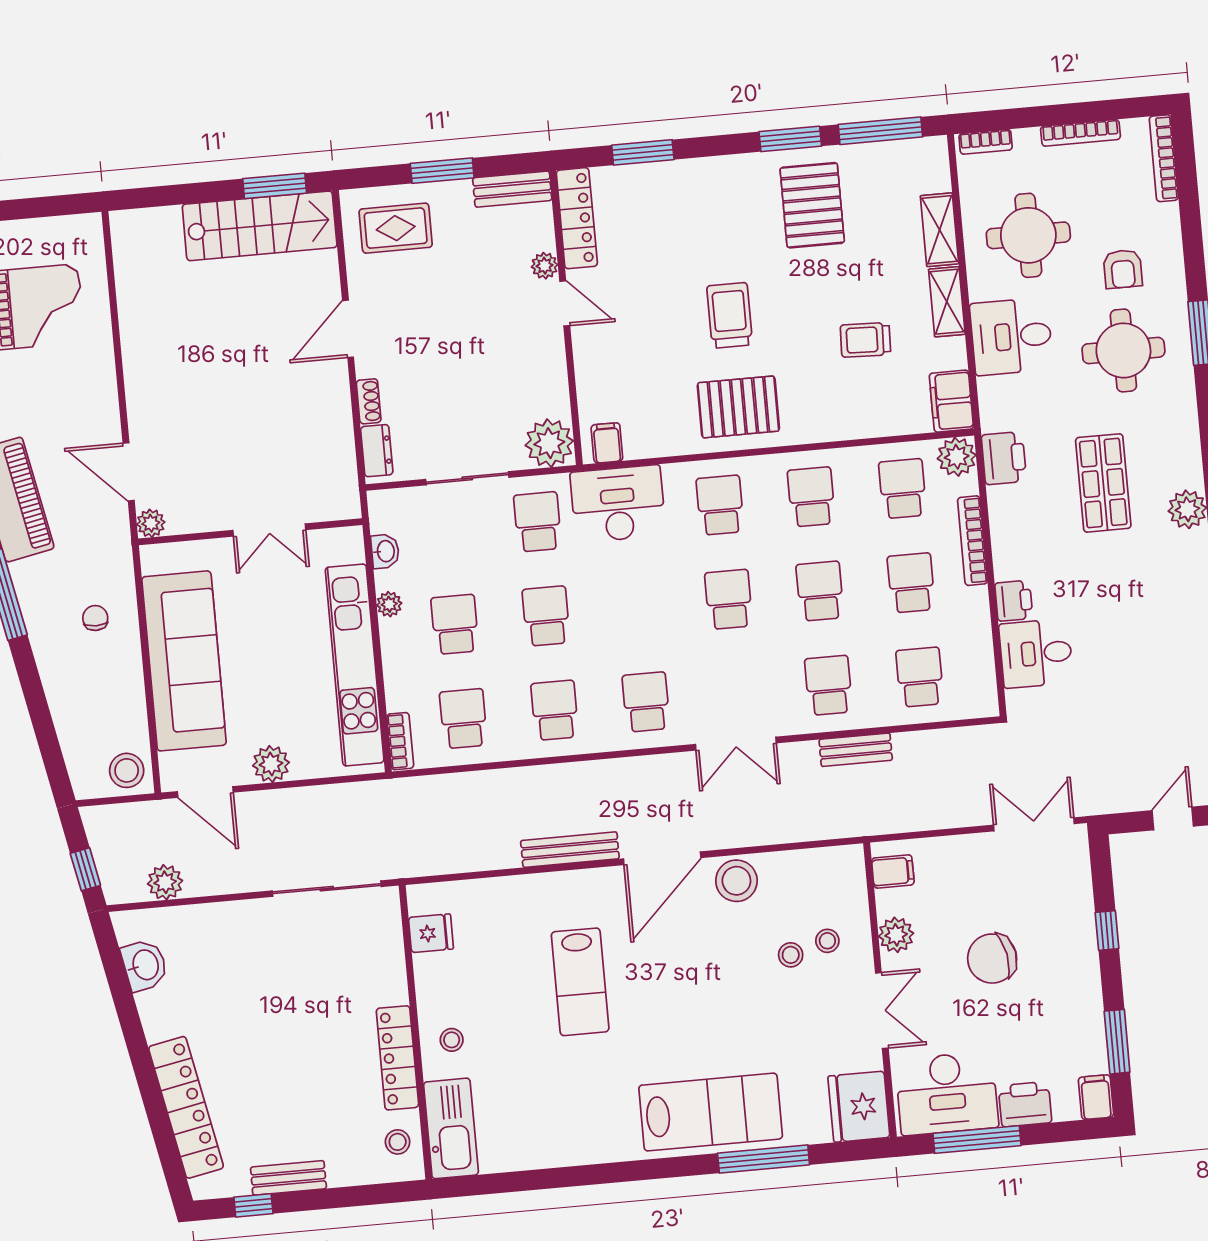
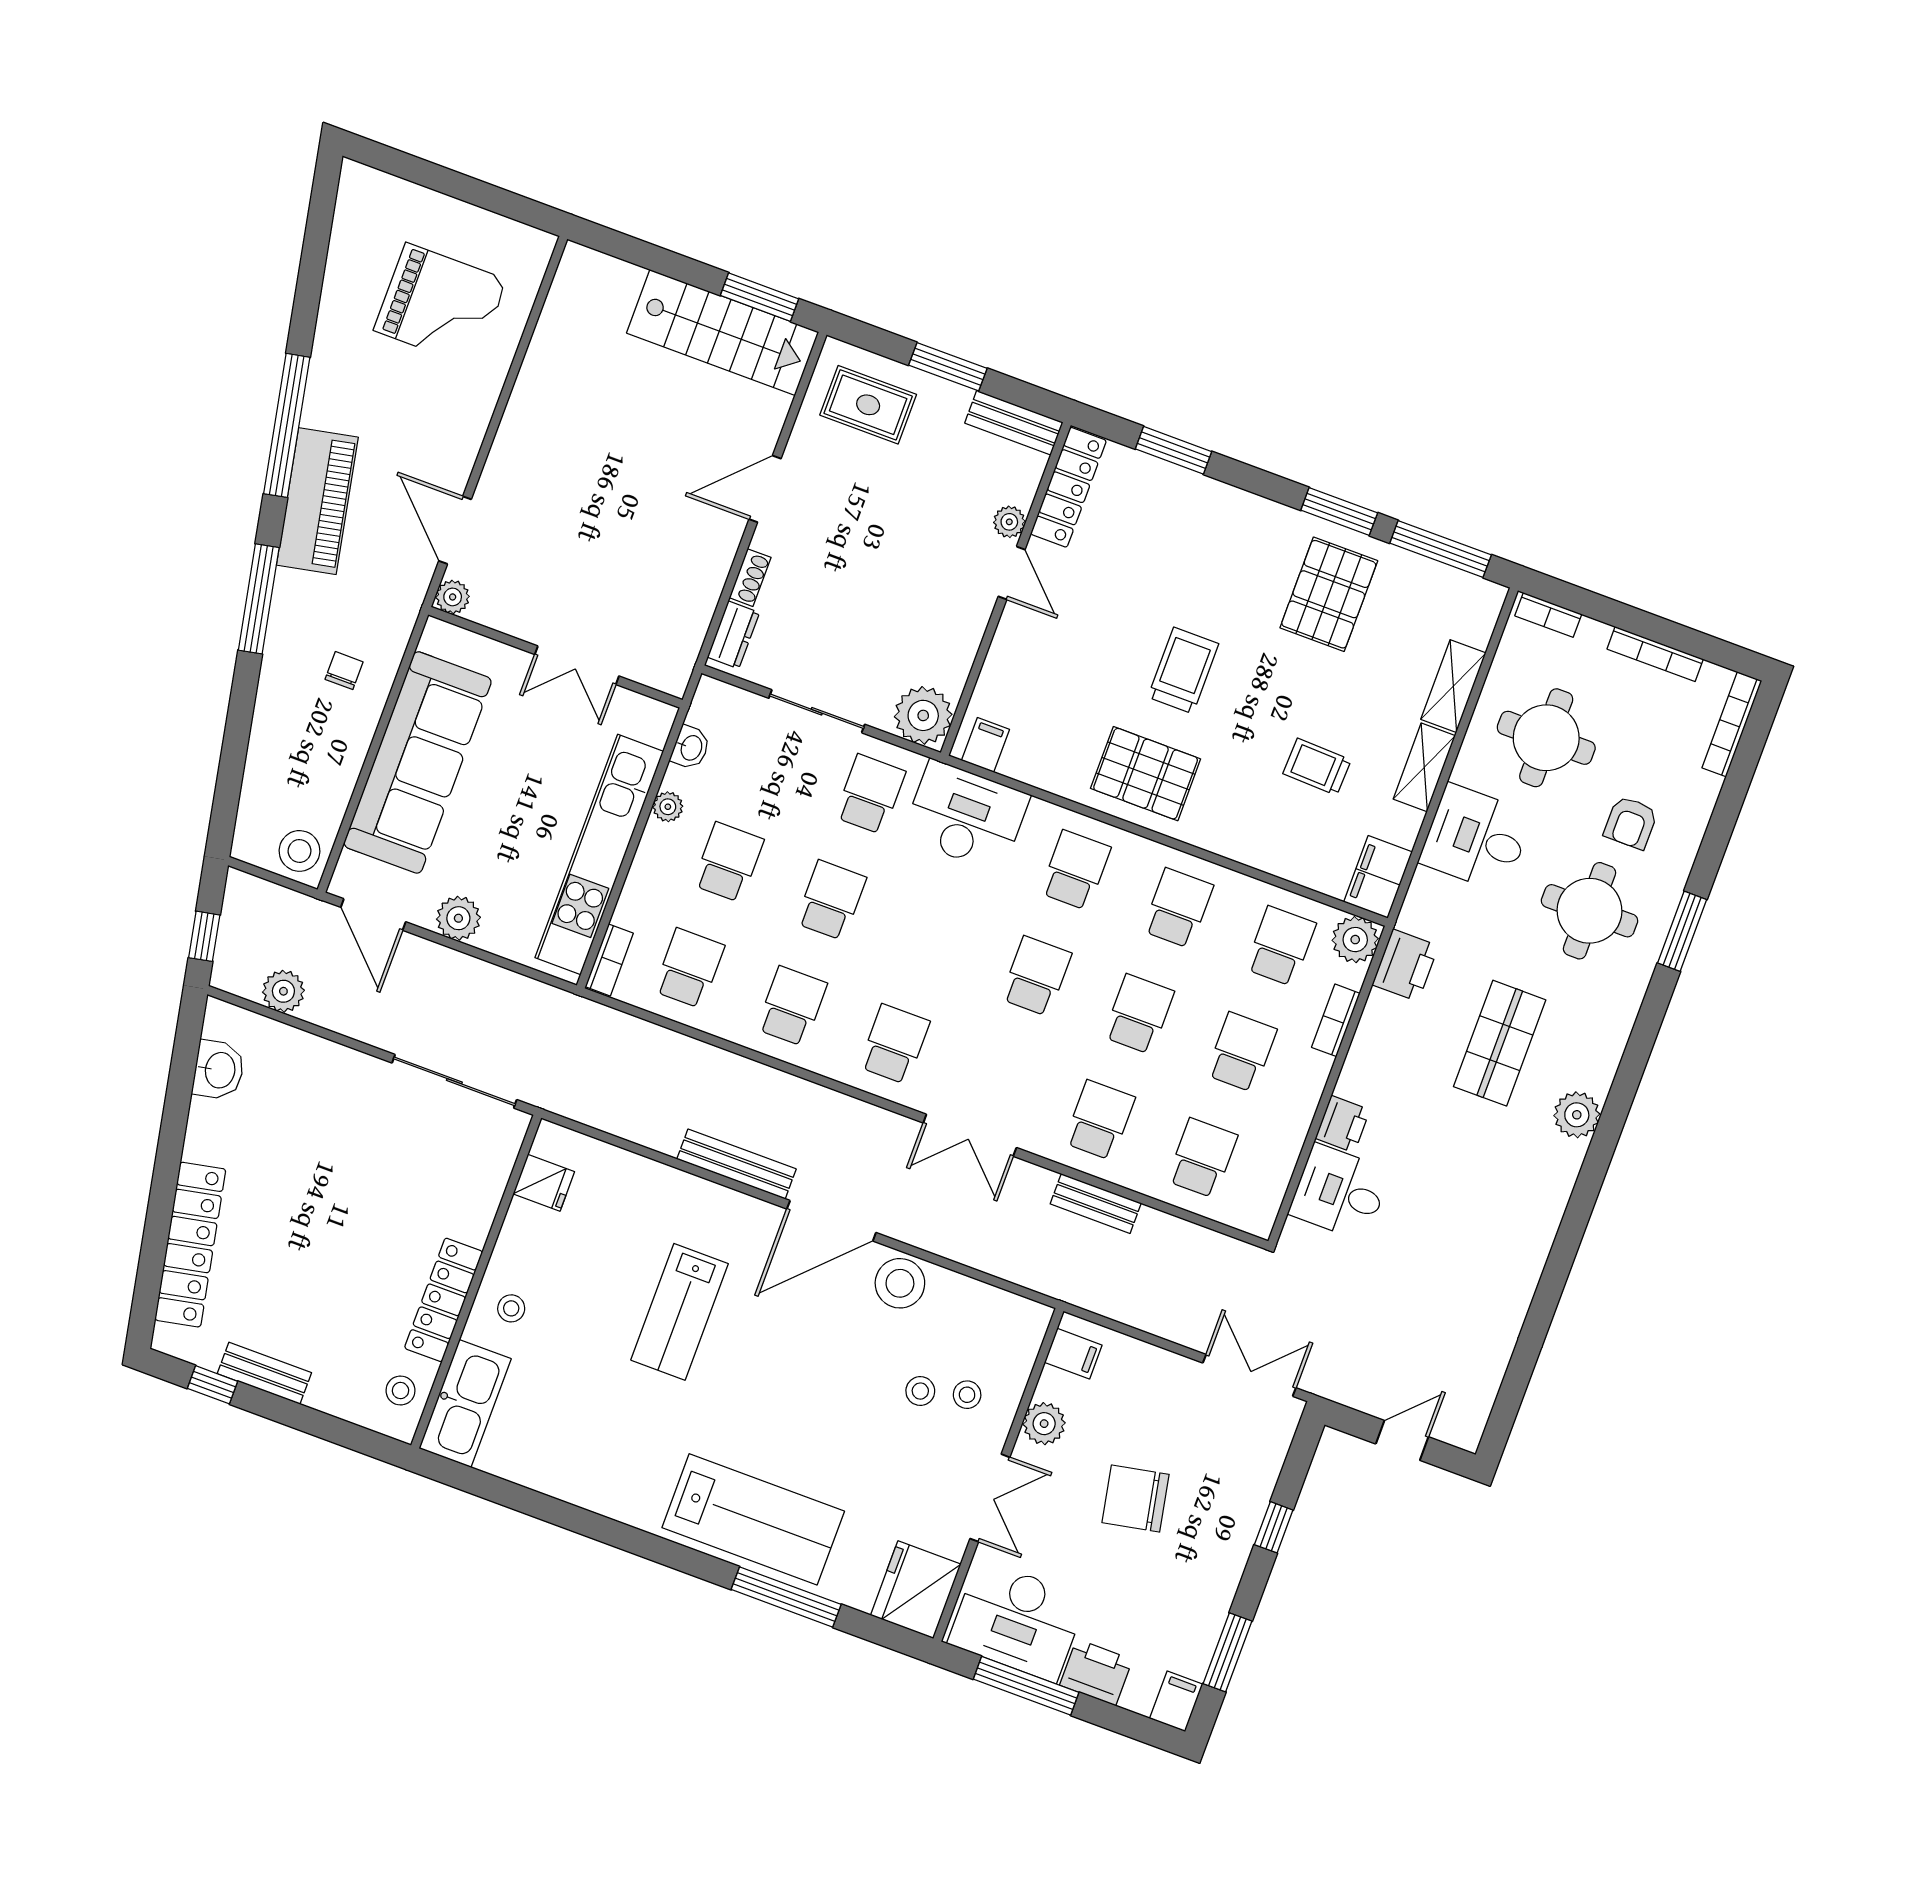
bookcase: (973, 541) -> (1336, 1020), width x0.64

